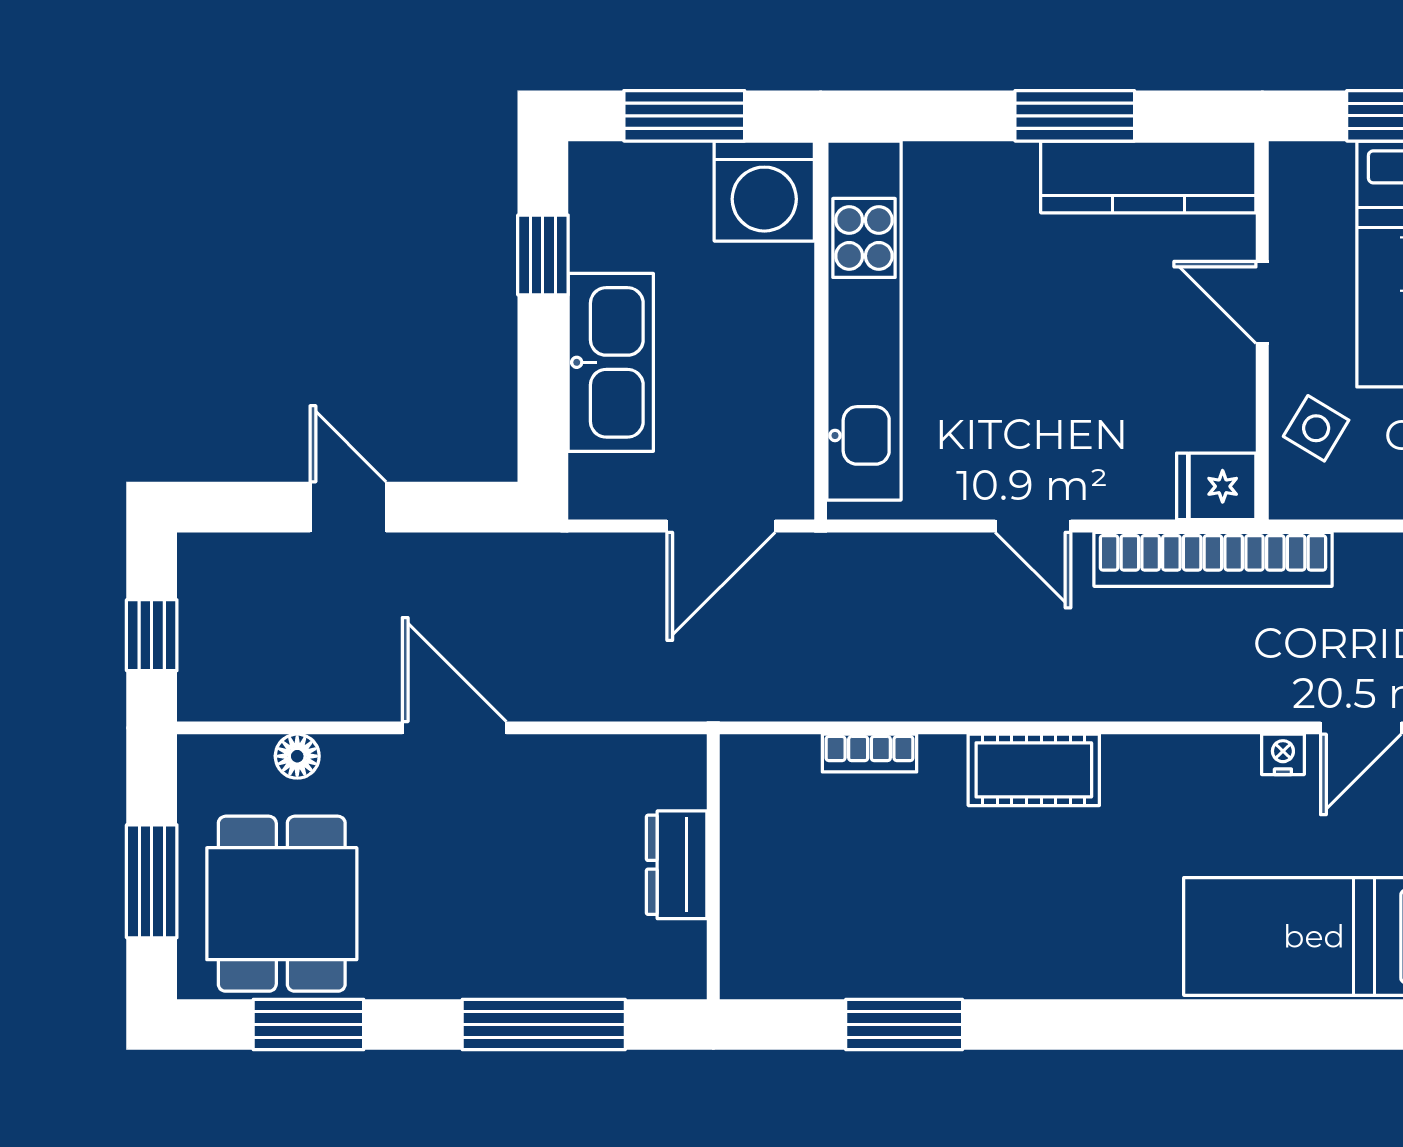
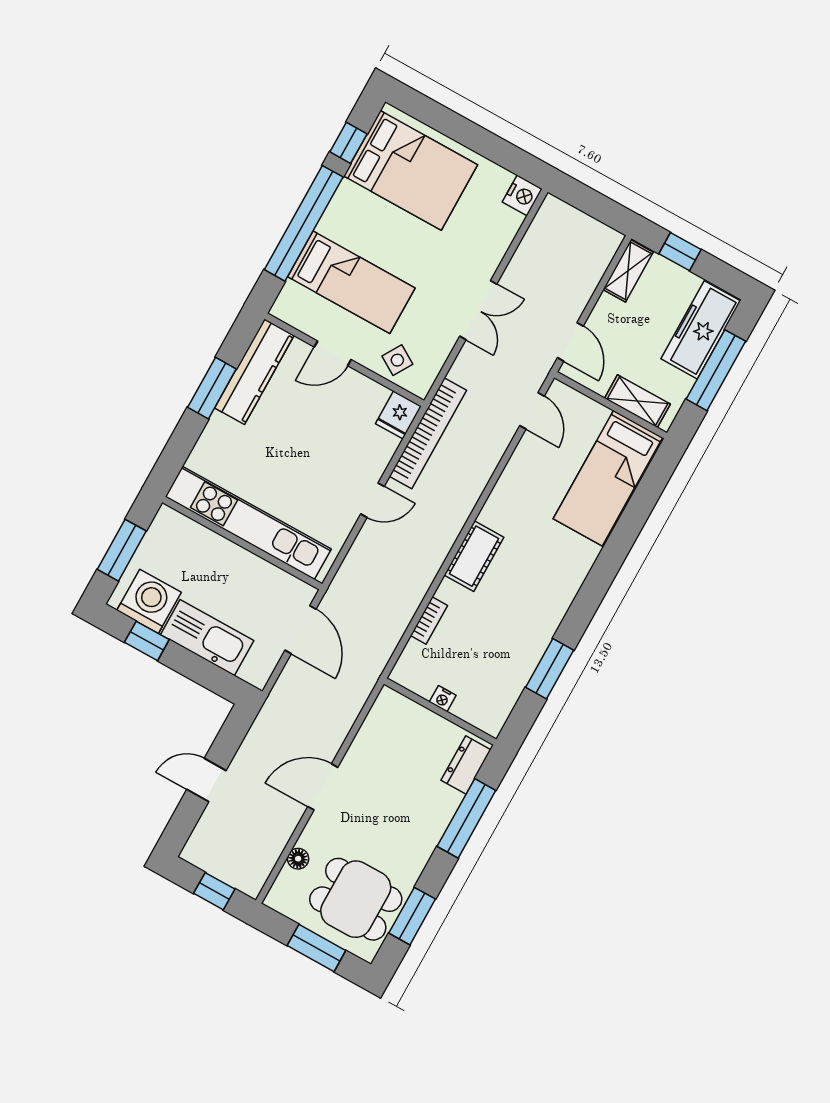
washing machine: (764, 191) -> (149, 601), moved, turned -90
nightstand: (1283, 754) -> (443, 699), moved, turned -90
dresser: (677, 865) -> (466, 765), moved, turned 90

